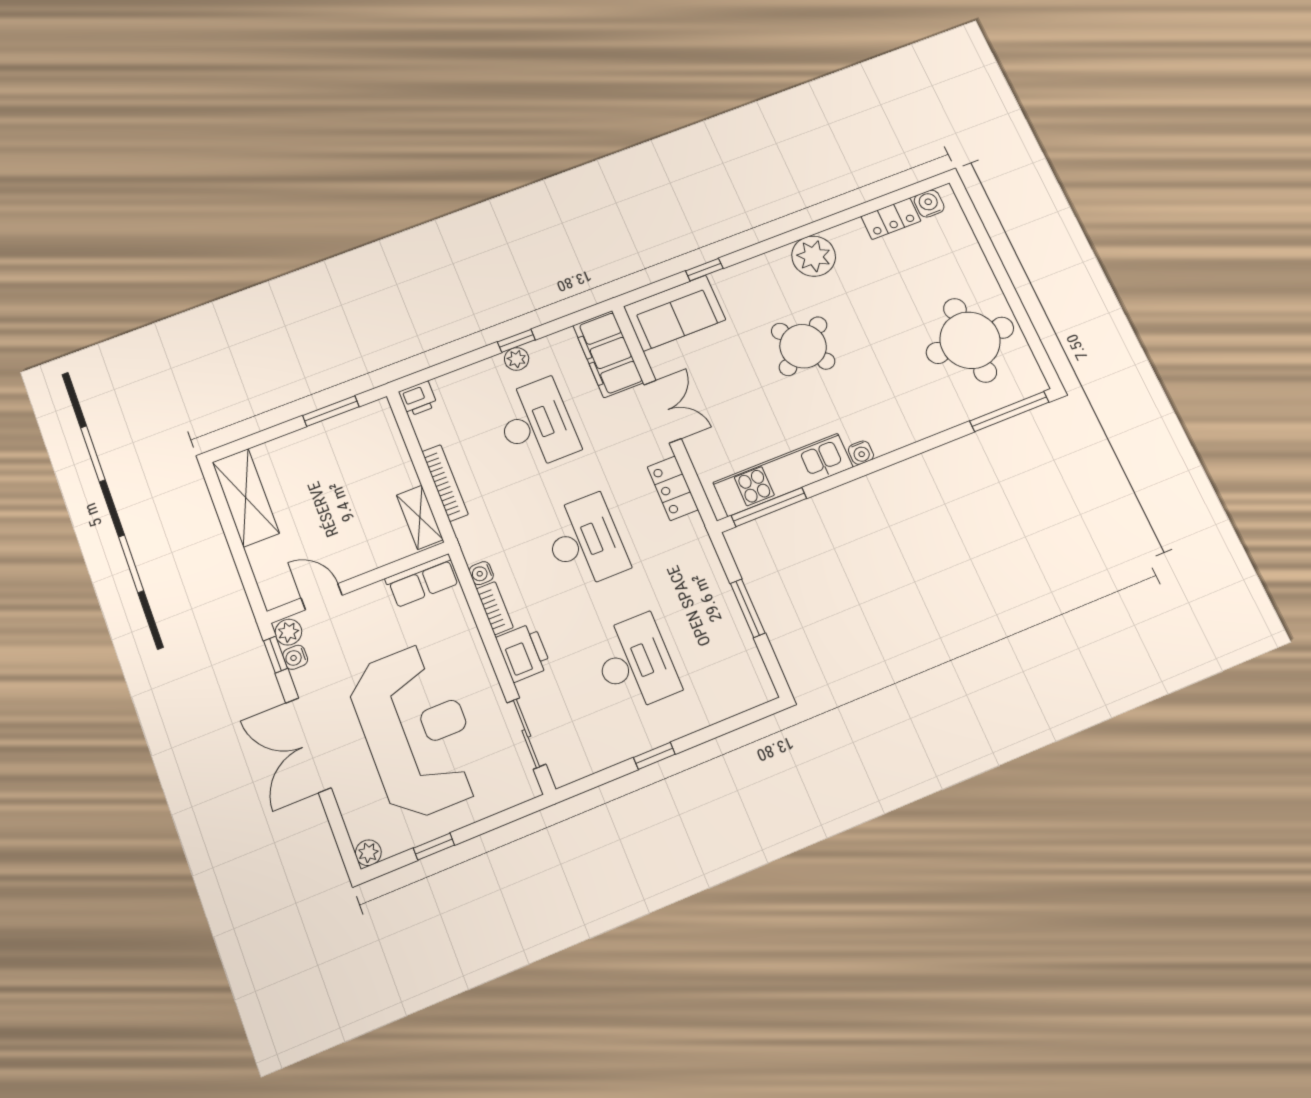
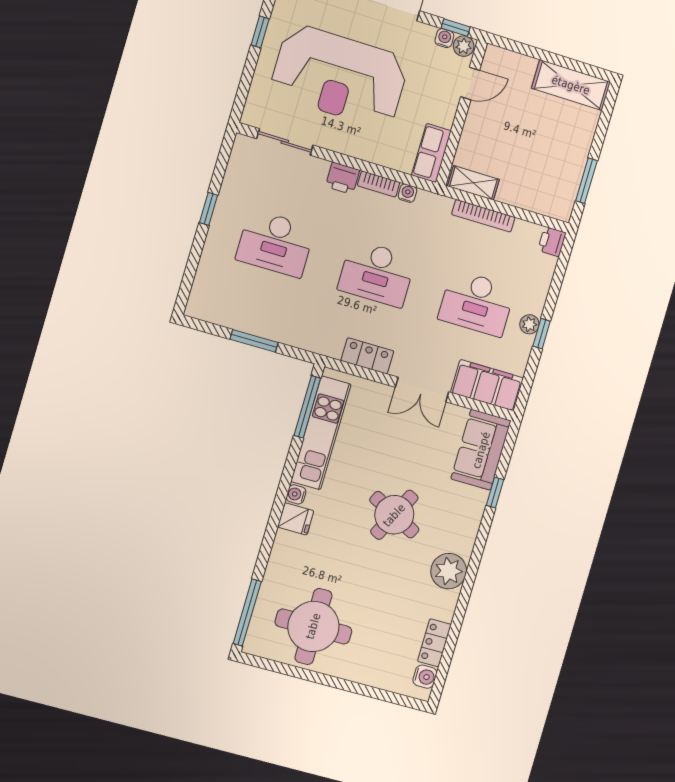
round table: (803, 346) -> (394, 515), turned -30
fridge: (884, 435) -> (296, 519), added
printer: (523, 652) -> (342, 178), width x0.73, depth x0.81

